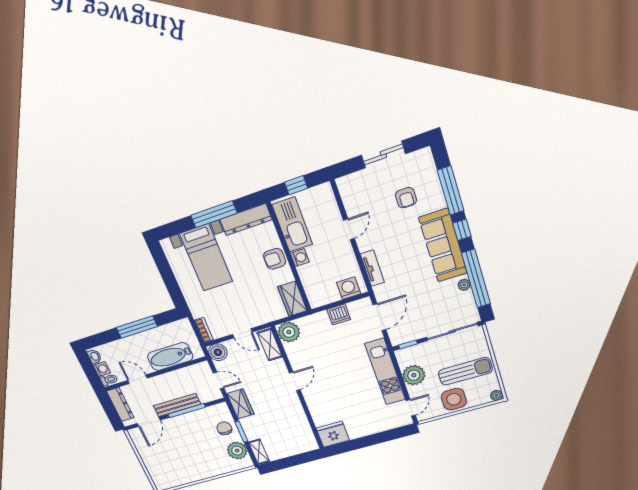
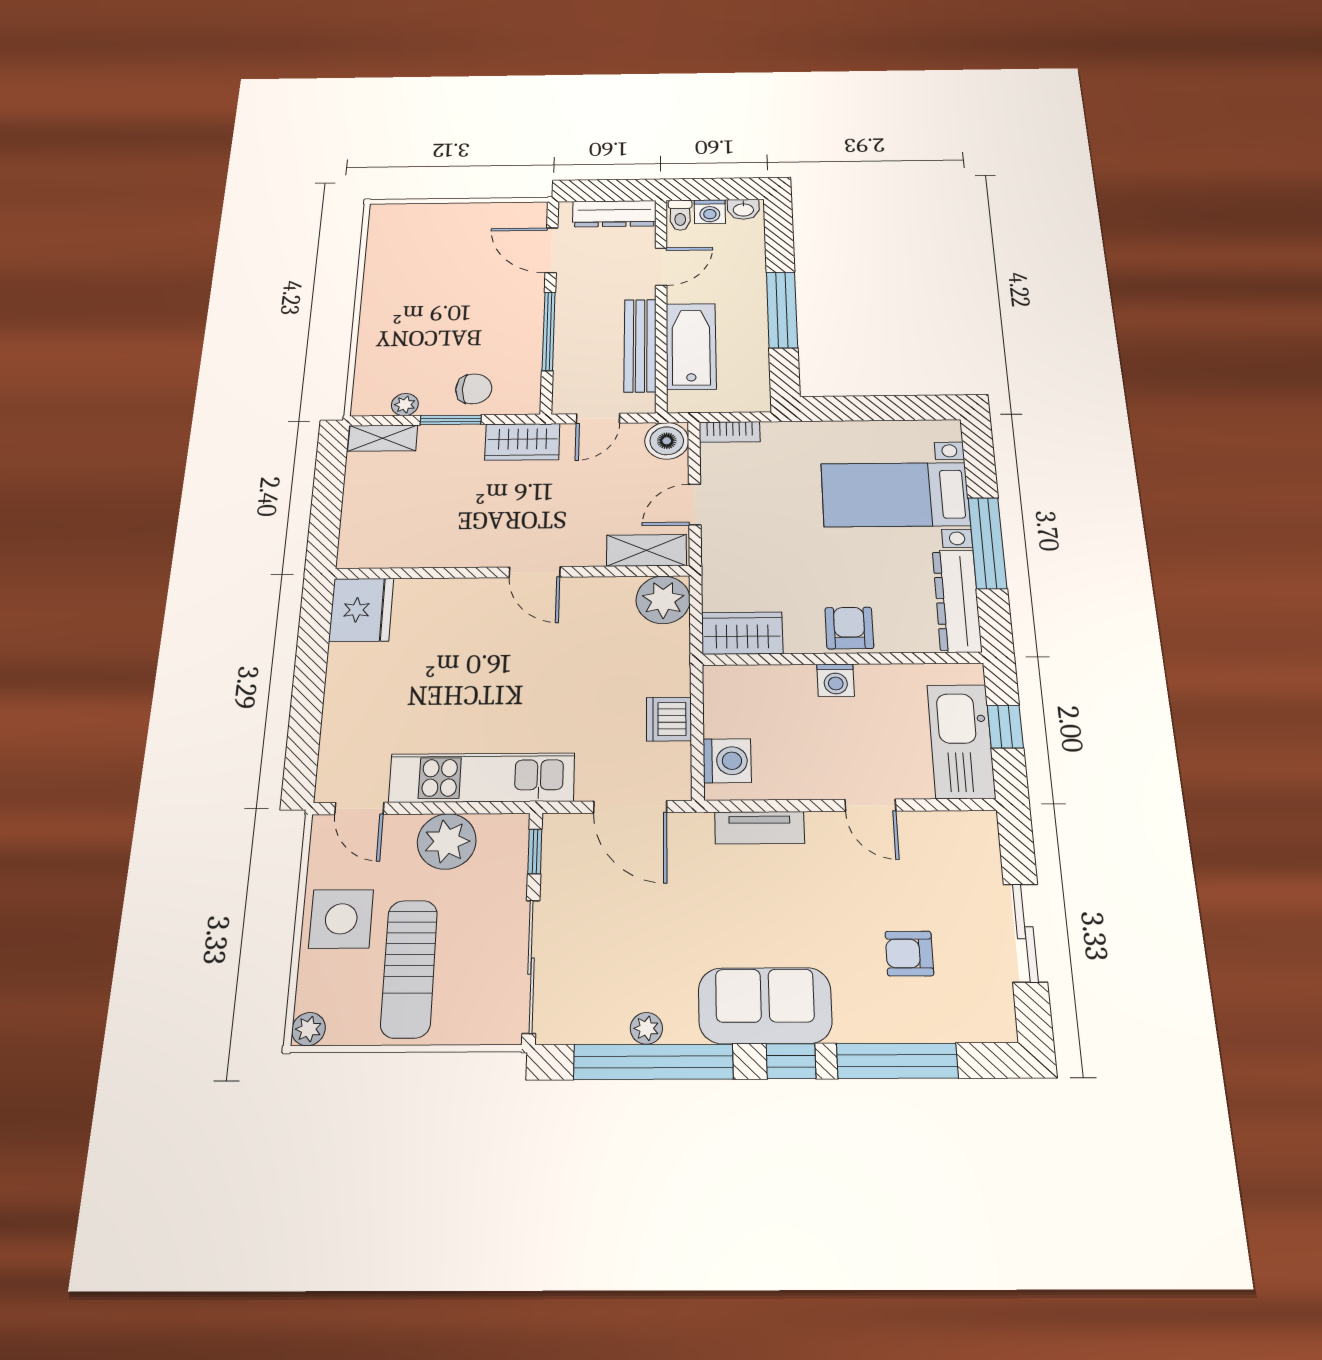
kitchen sink: (292, 225) -> (961, 741), moved, turned 90
sofa: (443, 245) -> (765, 1005), width x0.73
bench: (177, 405) -> (640, 345), moved
plant: (237, 451) -> (405, 405), width x0.53, depth x0.53

